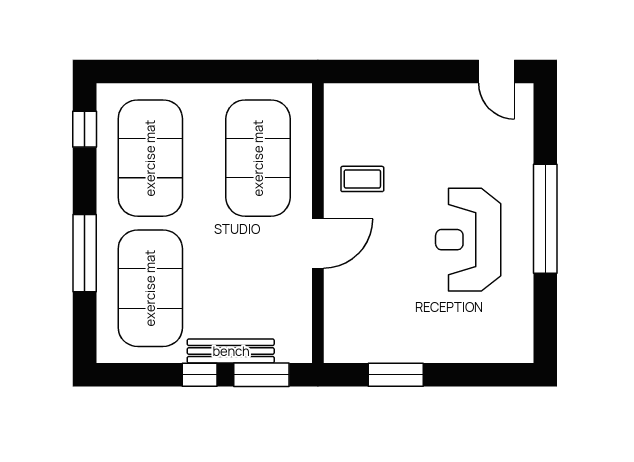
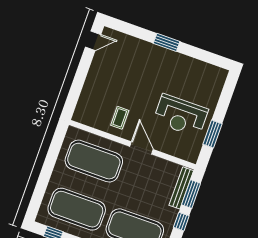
window: (545, 219) -> (167, 42), width x0.47
reception desk: (468, 240) -> (181, 115), moved
bench: (231, 351) -> (181, 188), moved

